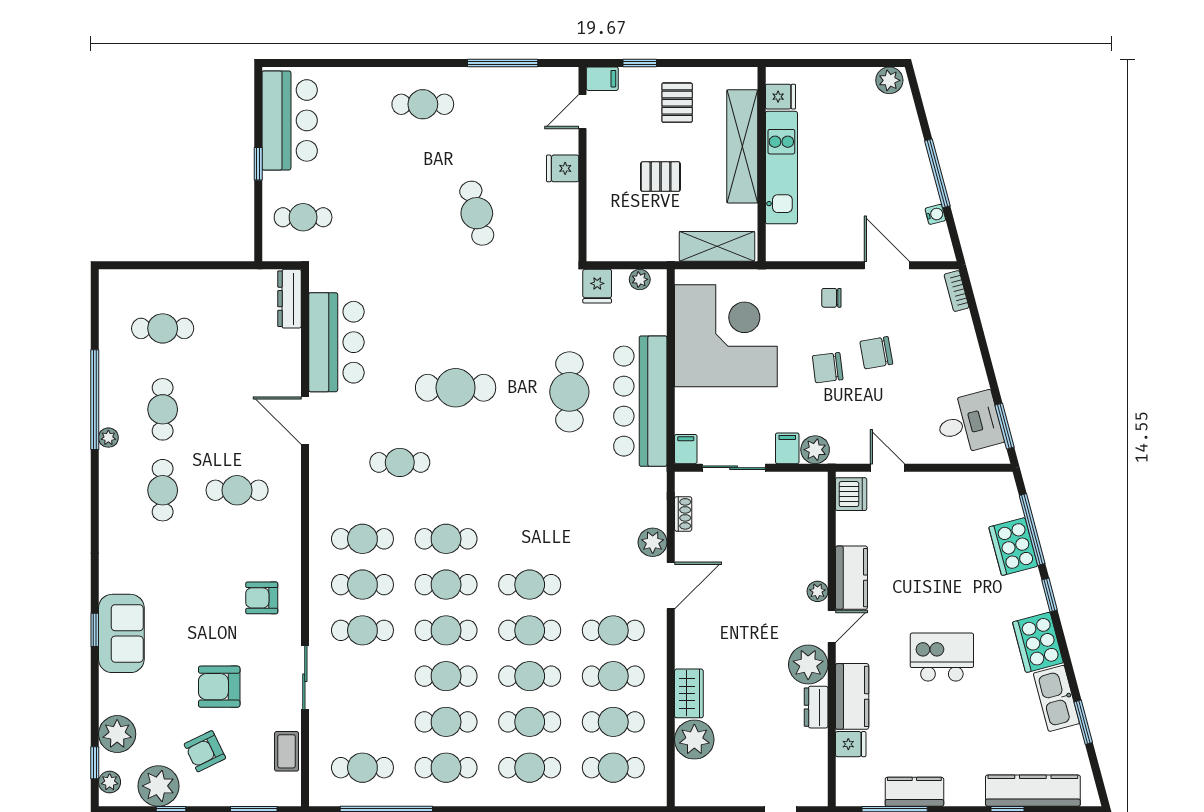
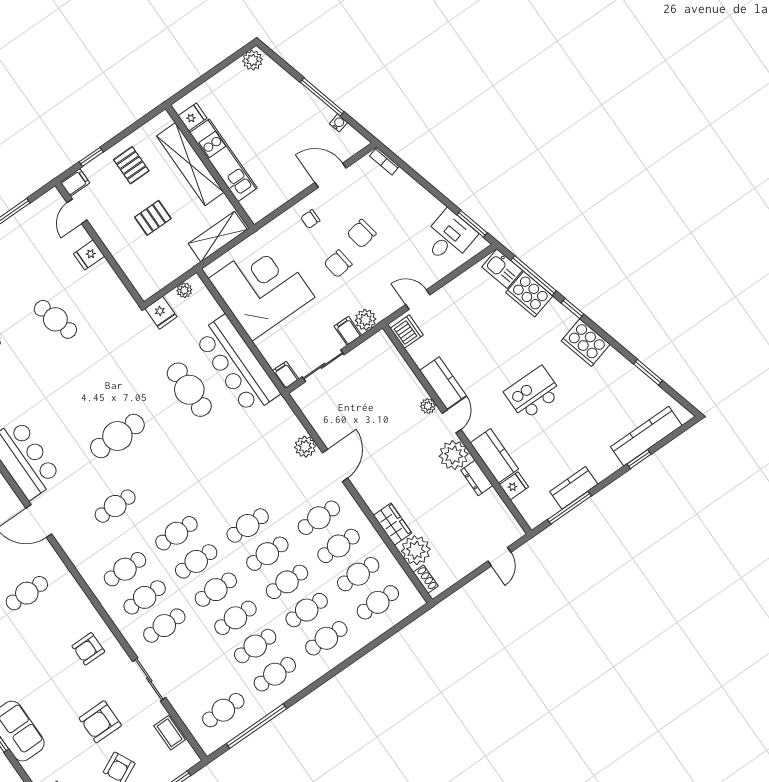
shoe rack: (683, 514) -> (426, 579), moved
kitchen sink: (1056, 698) -> (502, 269), moved, width x0.73

